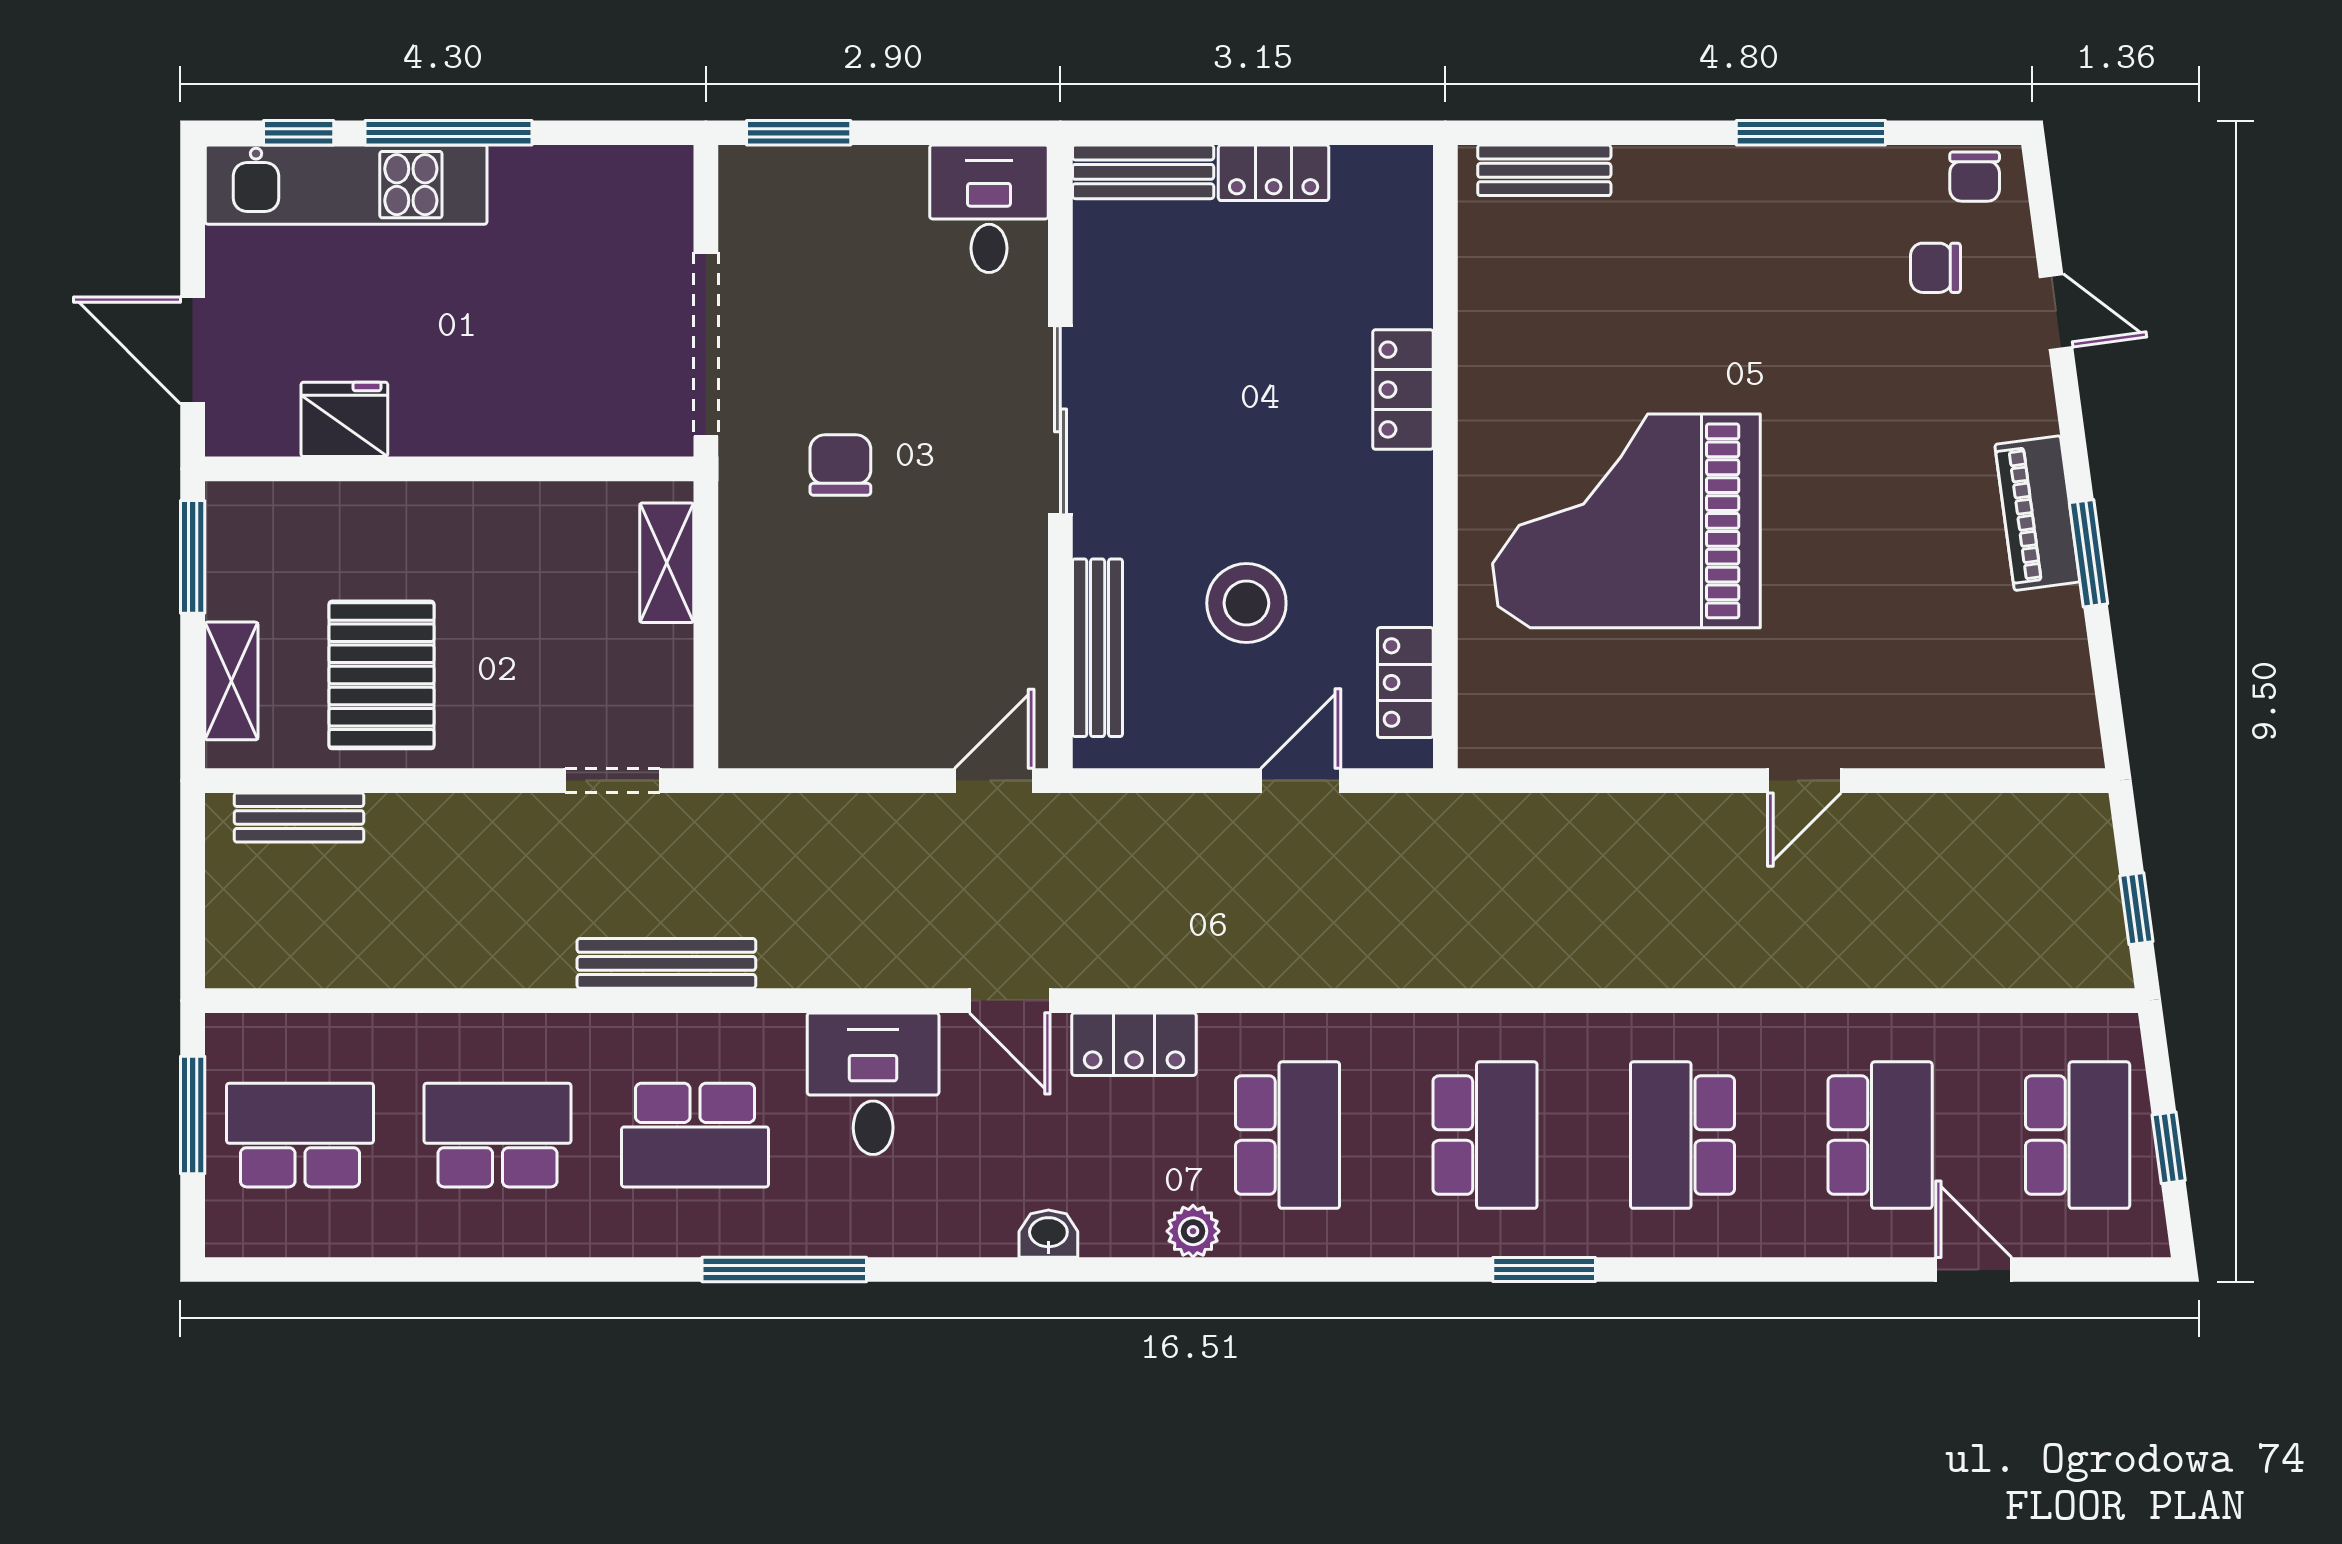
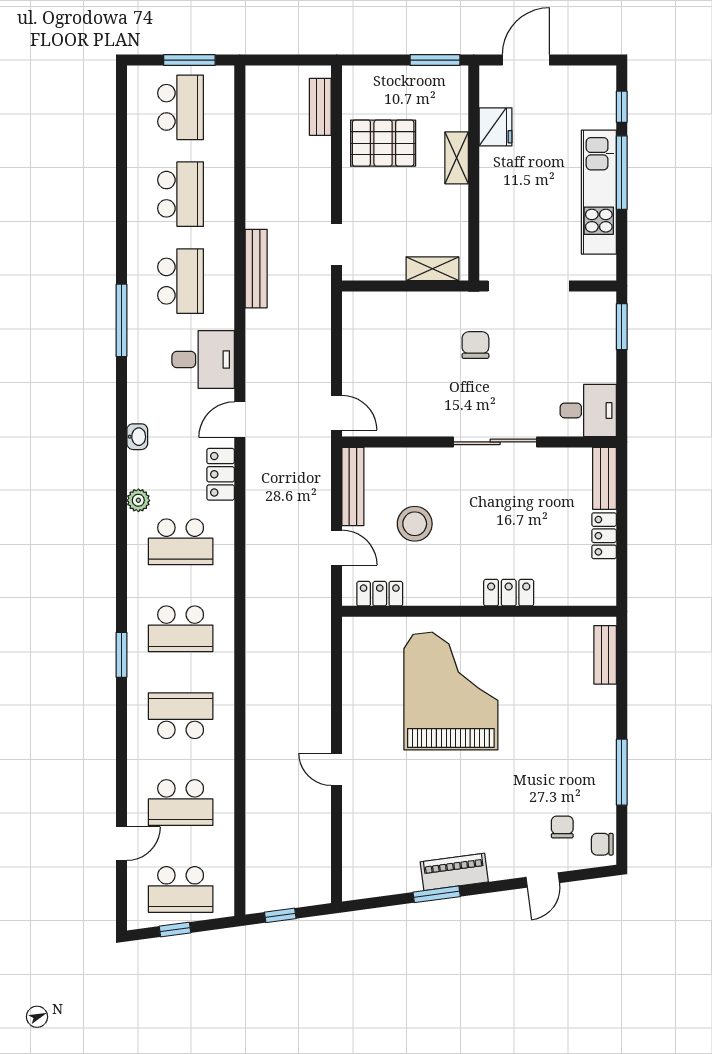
kitchen unit: (346, 185) -> (599, 192), moved
chair: (840, 465) -> (475, 345), turned -90
bench: (1098, 648) -> (353, 486), moved, turned 90
shelving: (231, 681) -> (457, 158), moved, turned 90
school desk: (695, 1135) -> (181, 281), turned 180

